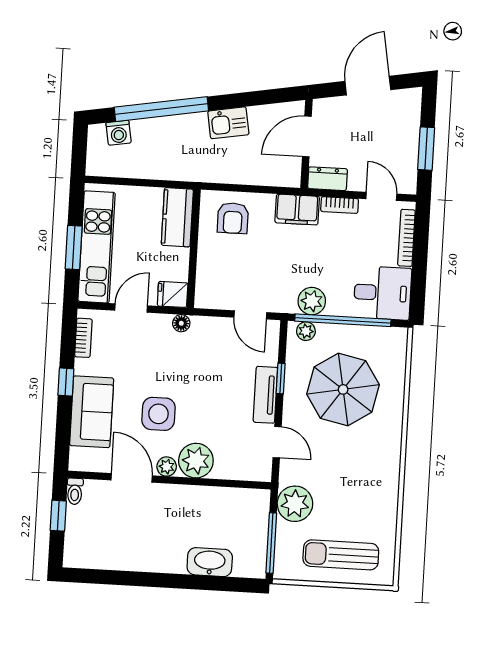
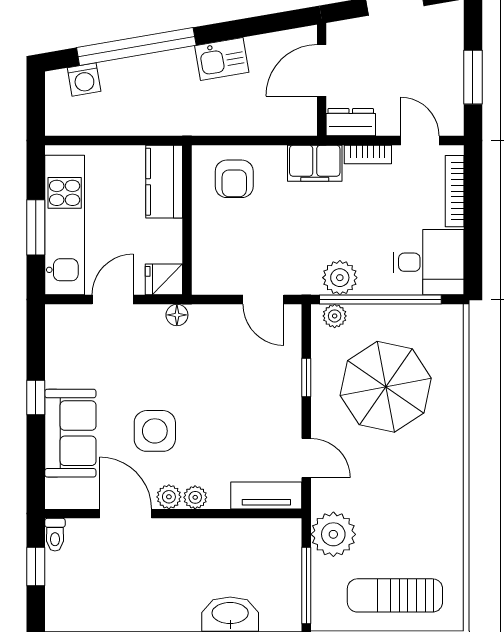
bookcase: (83, 338) -> (55, 341), removed
tv unit: (265, 395) -> (266, 495), moved, turned 90
plant: (196, 461) -> (195, 497), width x0.53, depth x0.53

